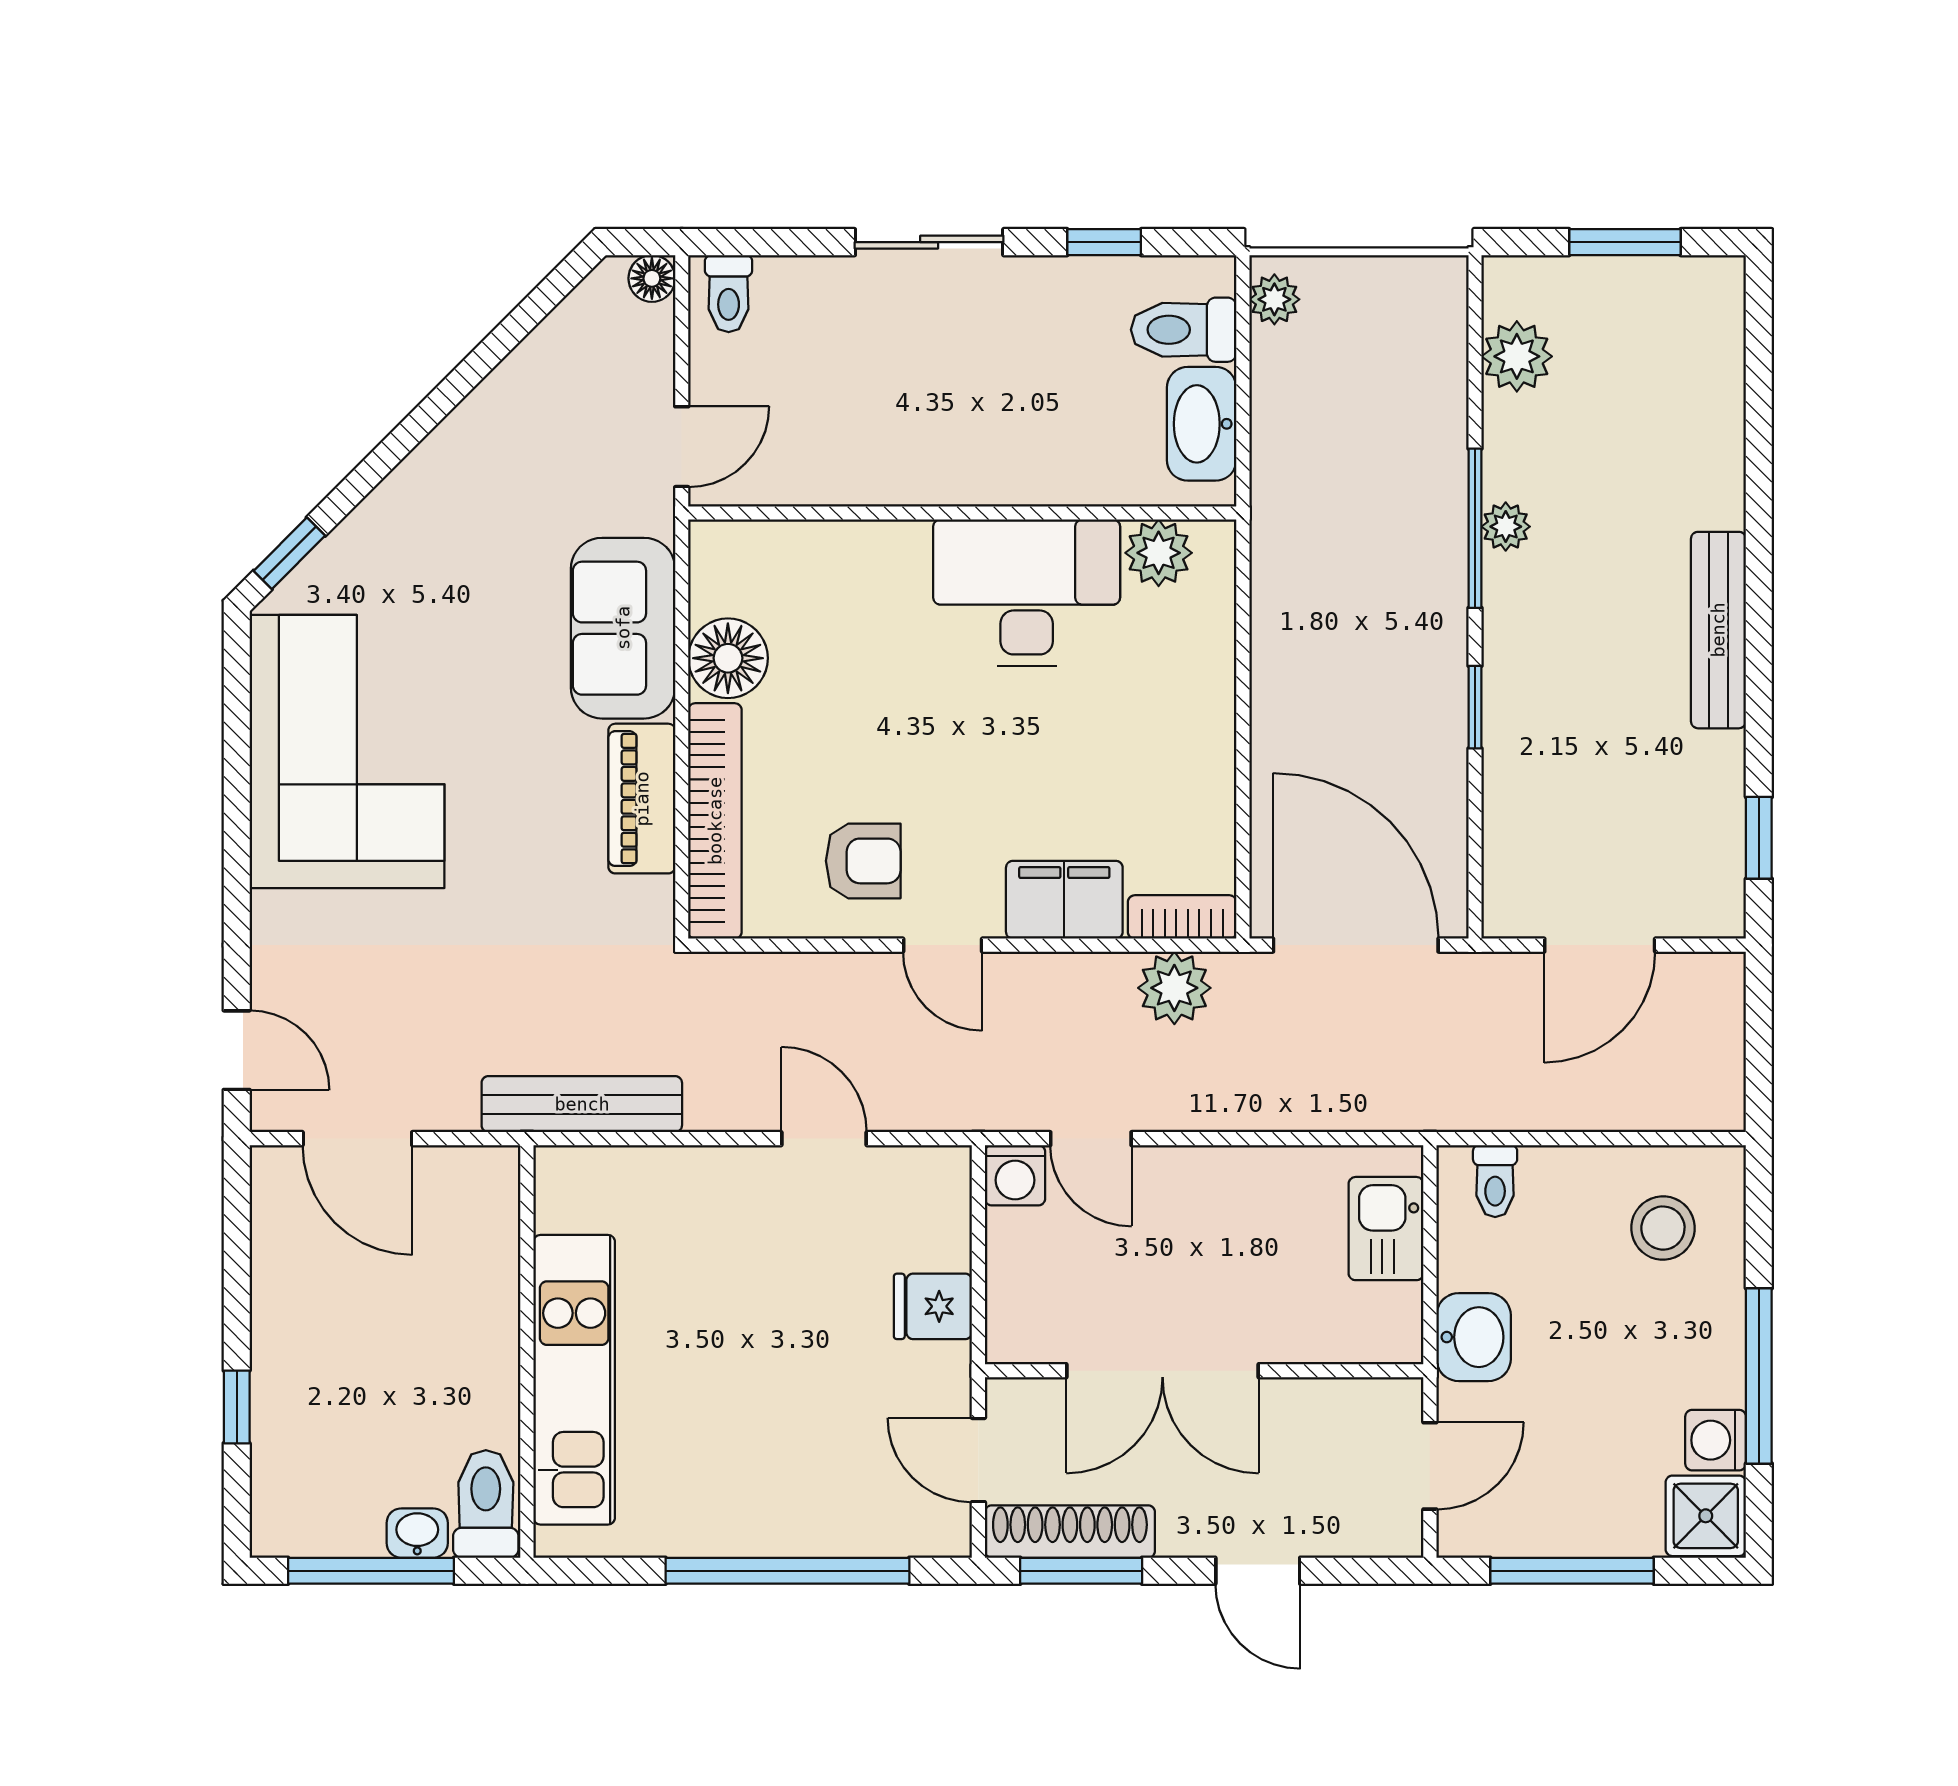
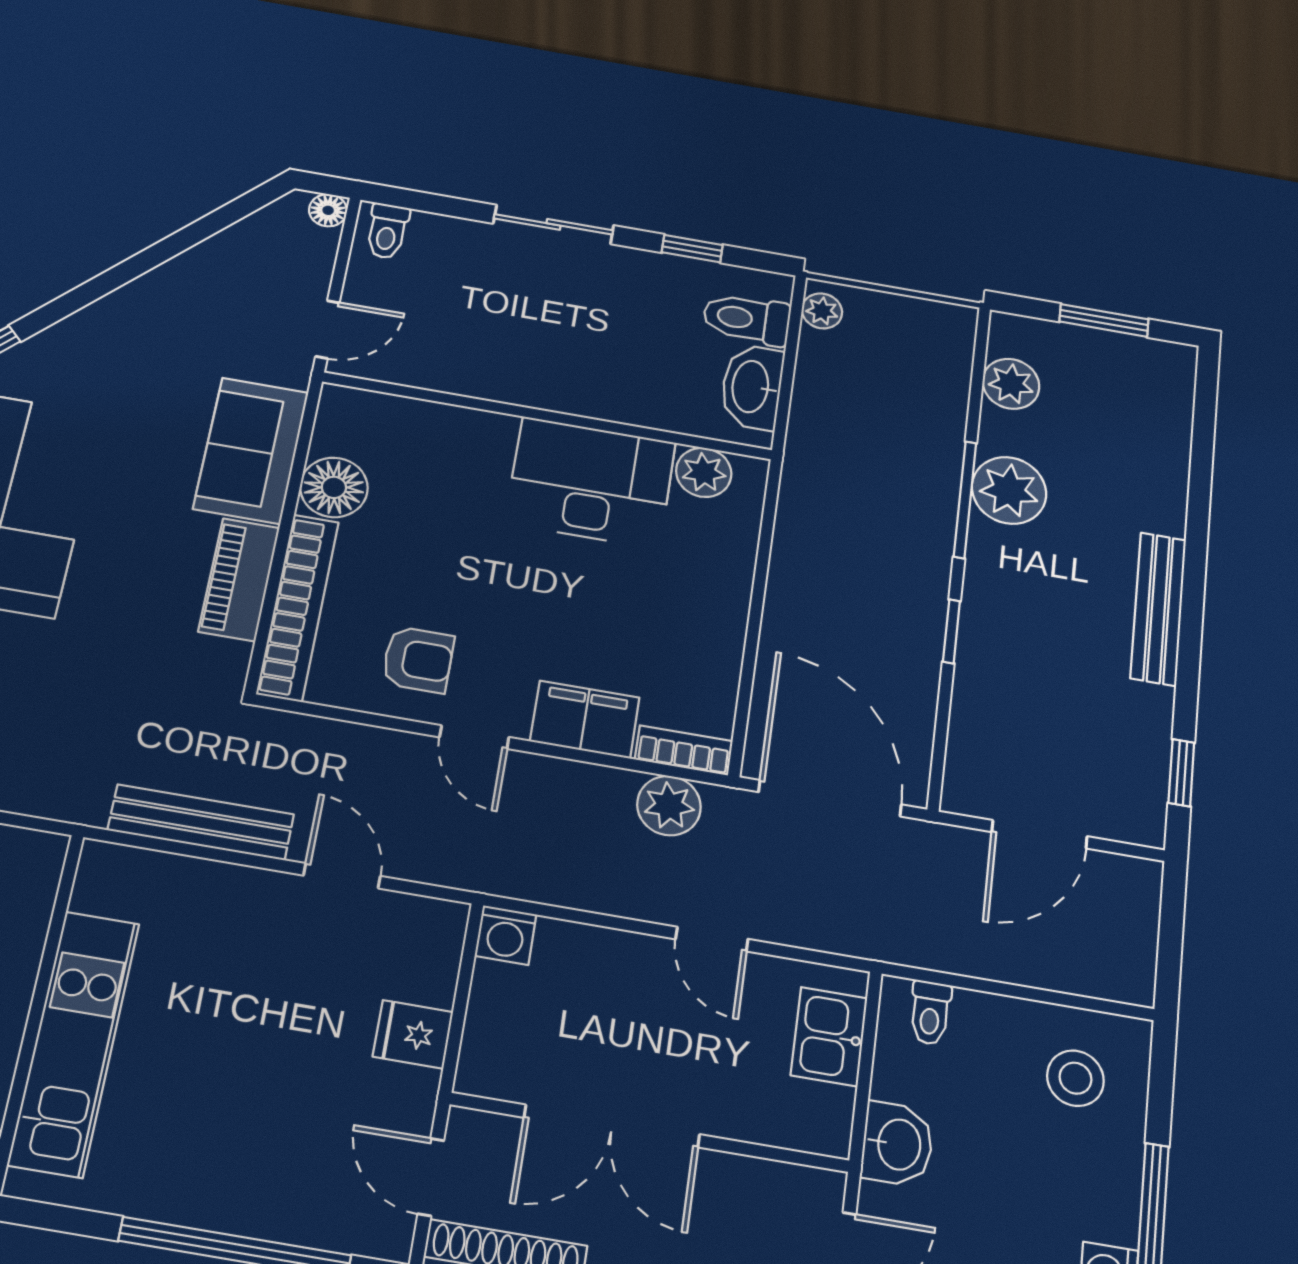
plant: (1506, 527) -> (1009, 490), width x1.87, depth x1.87
bench: (582, 1104) -> (201, 822), moved
door: (1091, 1139) -> (712, 939), moved

